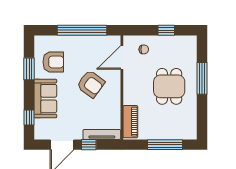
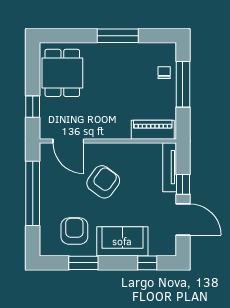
window: (166, 30) -> (33, 107), moved
chair: (144, 49) -> (164, 73), moved
window: (202, 78) -> (118, 36), moved
dining table: (169, 86) -> (62, 73), moved, turned 90

